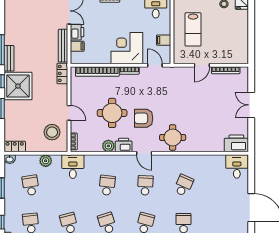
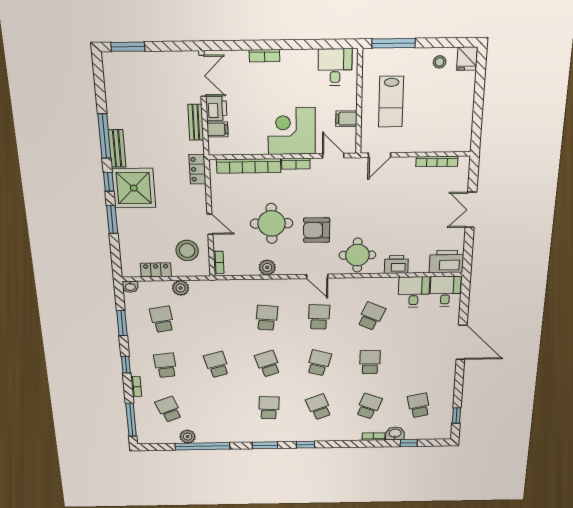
bench: (63, 46) -> (196, 122), width x0.73
door: (202, 65) -> (379, 155), moved
printer: (124, 145) -> (396, 264), moved
locker: (15, 147) -> (156, 270), moved
desk: (73, 167) -> (414, 292), moved

